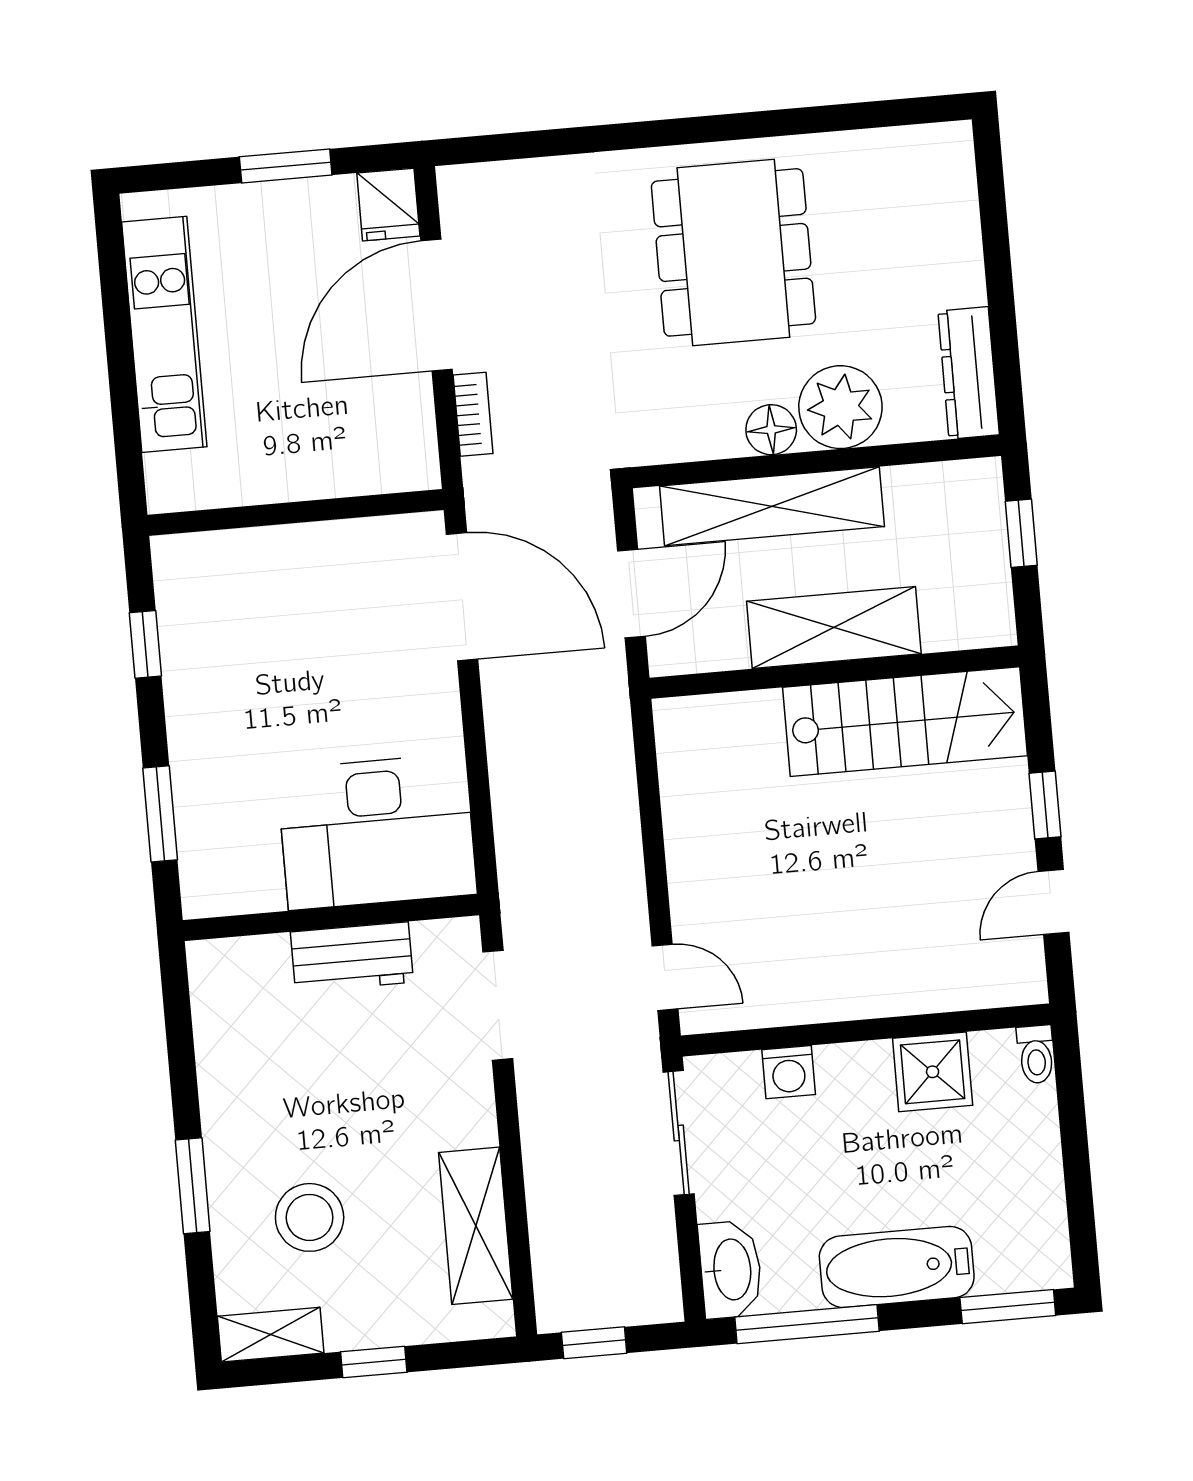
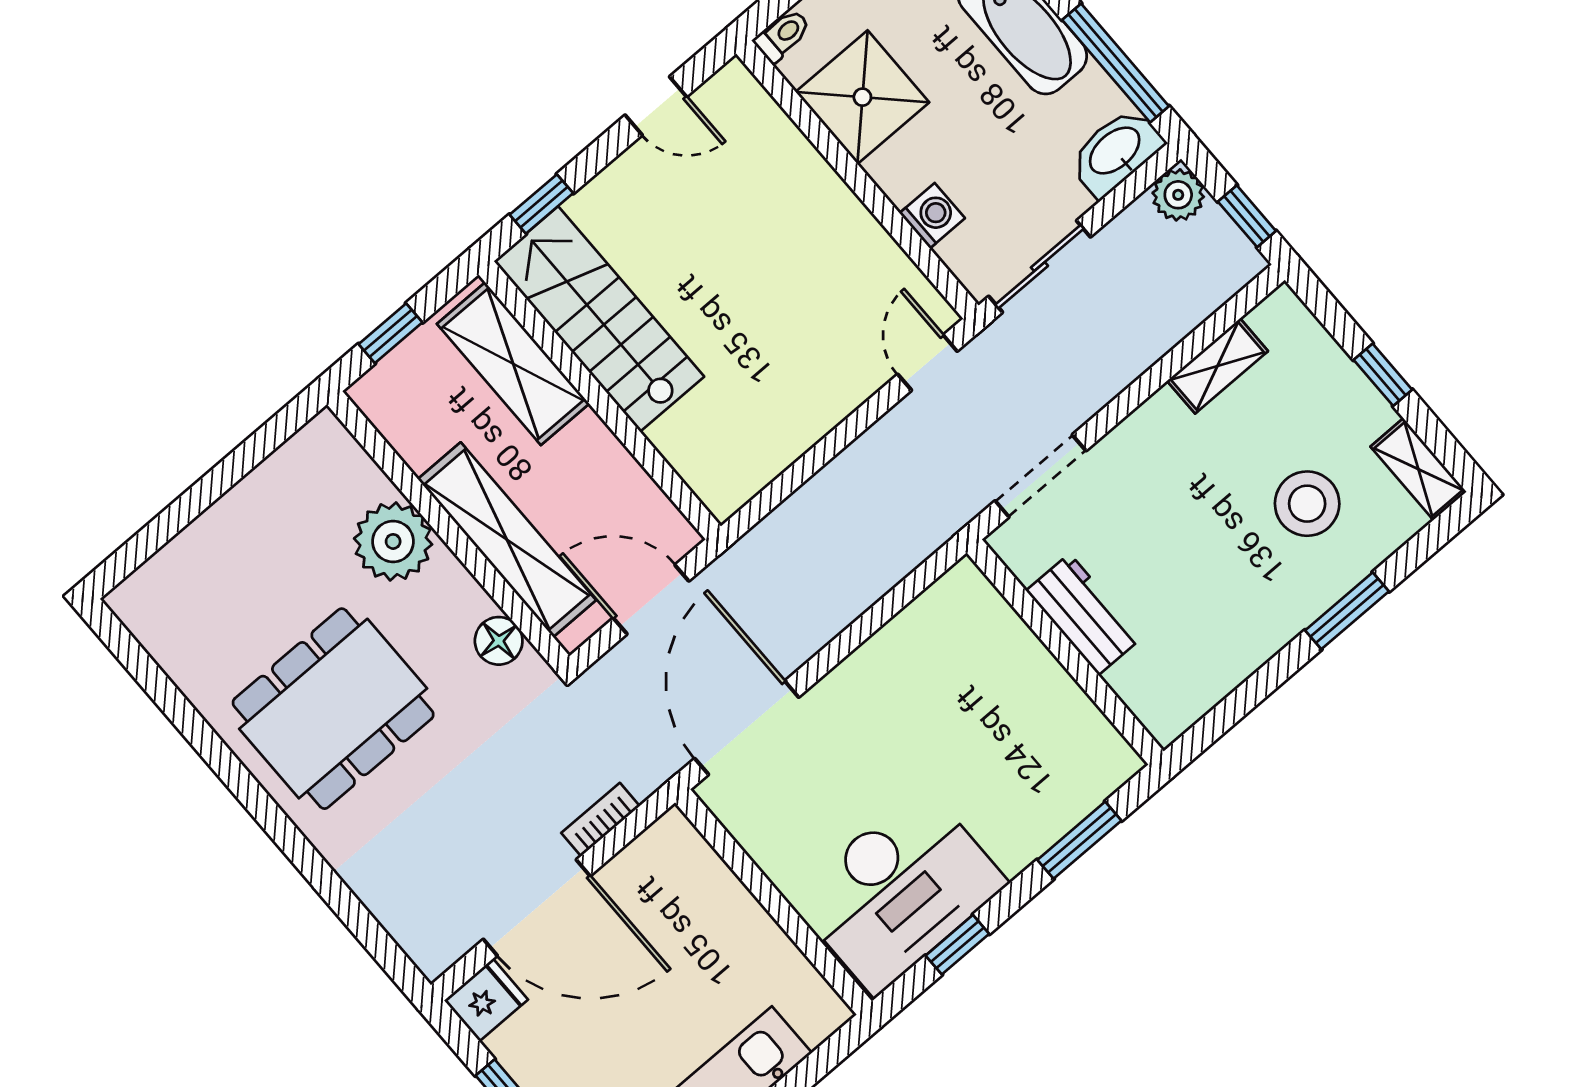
dresser: (969, 373) -> (296, 462), removed
floor lamp: (771, 430) -> (499, 641), moved
shelving: (834, 628) -> (513, 364), moved
window: (1045, 805) -> (541, 204), moved
desk: (377, 832) -> (899, 890), moved, turned 90
shower: (933, 1072) -> (862, 97), width x1.36, depth x1.36
shelving: (476, 1226) -> (1217, 366), width x0.67, depth x0.75
plant: (655, 1297) -> (1178, 195), added

